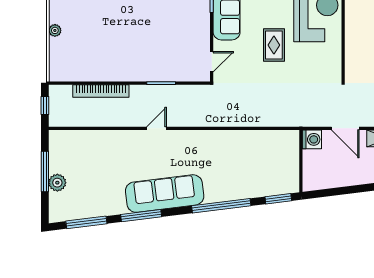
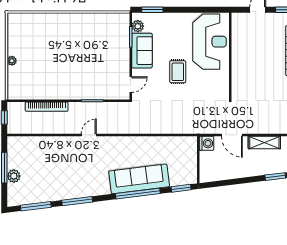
sofa: (165, 194) -> (139, 179), moved

